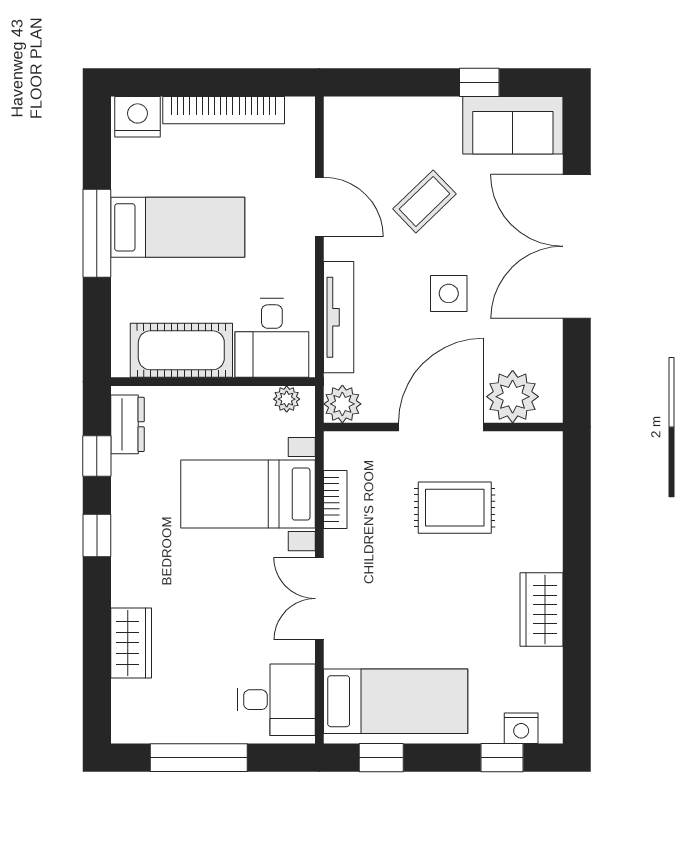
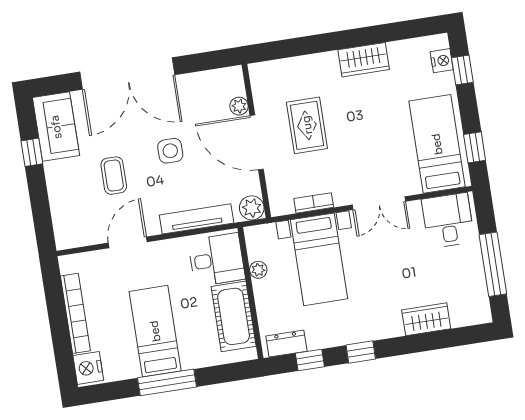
coffee table: (424, 201) -> (114, 176), turned 44
plant: (513, 397) -> (239, 106), width x0.53, depth x0.53
plant: (287, 399) -> (258, 270), moved

